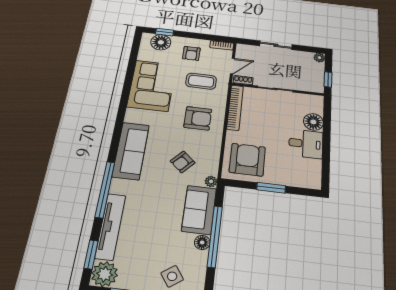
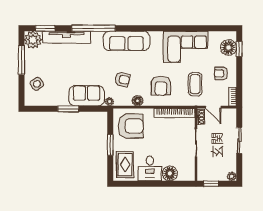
armchair: (183, 162) -> (122, 79), turned 152
rug: (299, 173) -> (125, 165), added
window: (215, 236) -> (68, 109), width x0.47
floor lamp: (202, 242) -> (138, 101), moved

